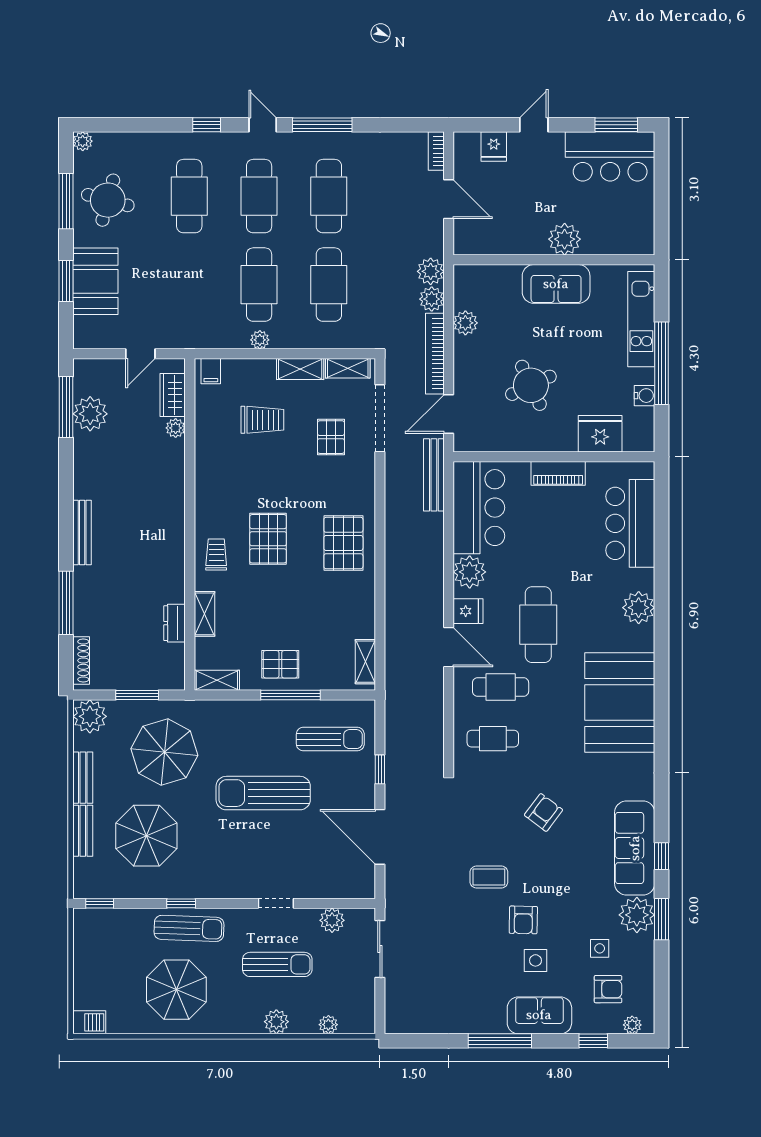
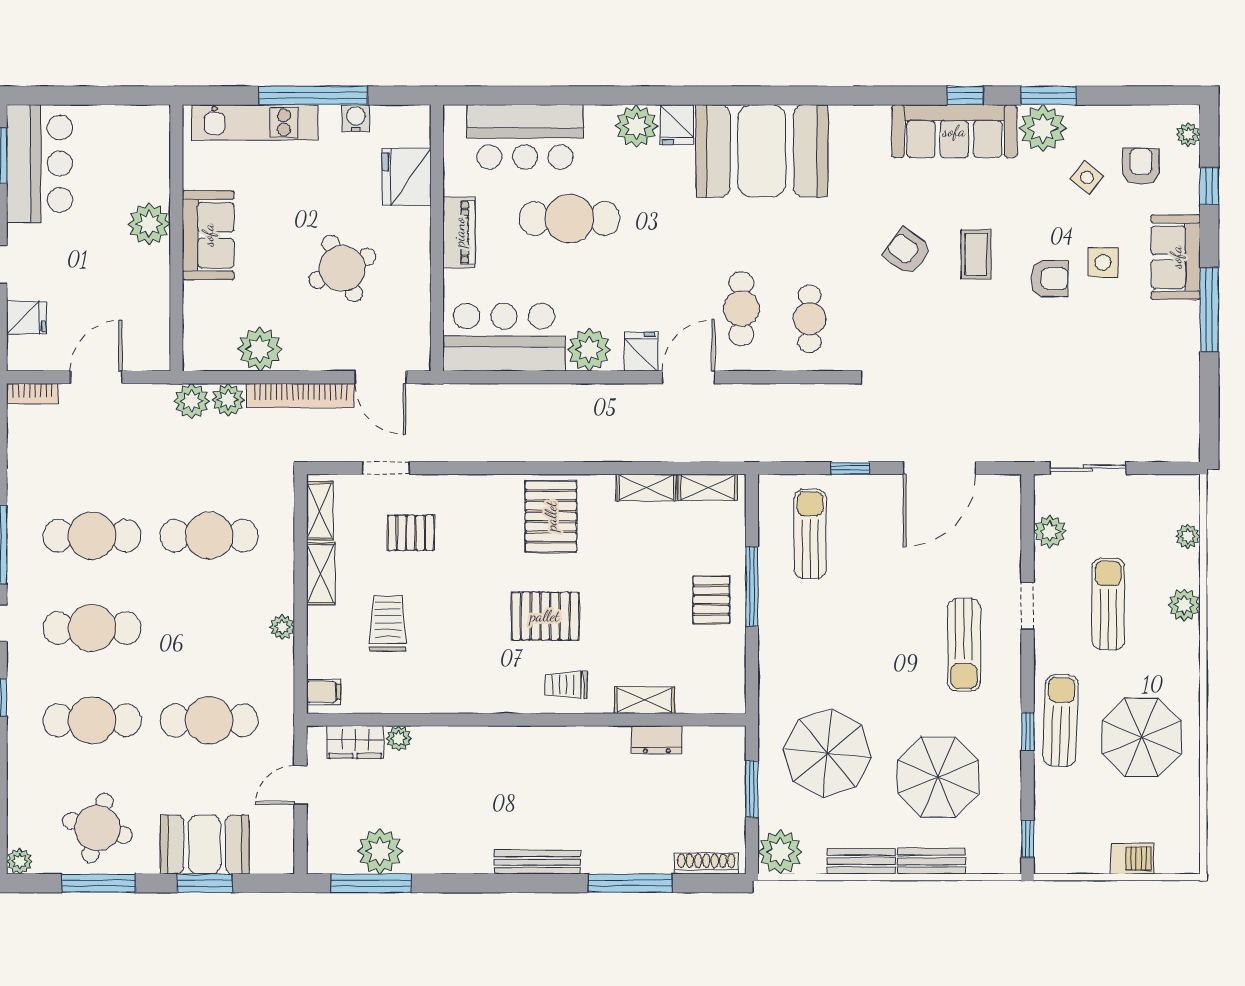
cafe table: (259, 285) -> (209, 720), moved
plant: (465, 323) -> (260, 349), width x1.36, depth x1.36
door: (140, 354) -> (301, 785), swing flipped
doorway: (380, 418) -> (386, 468), width x0.53
bench: (434, 475) -> (461, 397), removed
pallet: (343, 543) -> (551, 516), turned 90
cafe table: (538, 625) -> (569, 218), moved
fridge: (640, 638) -> (677, 124), added
shelving: (217, 680) -> (646, 488), moved, turned 90
sun lounger: (263, 793) -> (964, 645), moved, width x0.73, depth x0.75
coffee table: (489, 877) -> (976, 254), moved
side table: (600, 948) -> (1087, 178), turned 38
barbecue: (89, 1022) -> (1132, 859), moved, turned 90

